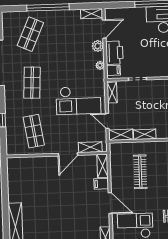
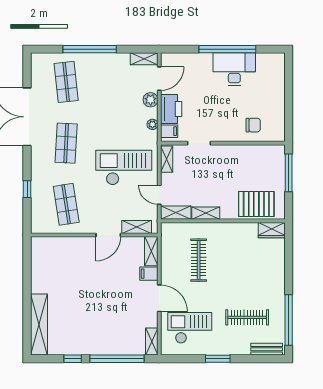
shop shelf: (30, 34) -> (66, 82), turned -30
checkout: (78, 100) -> (124, 168), turned 180

